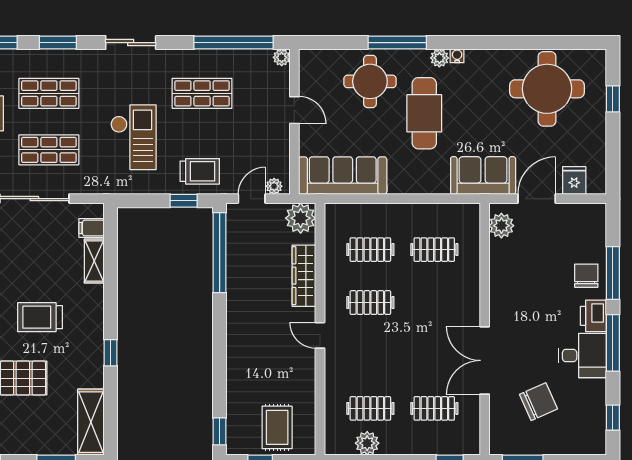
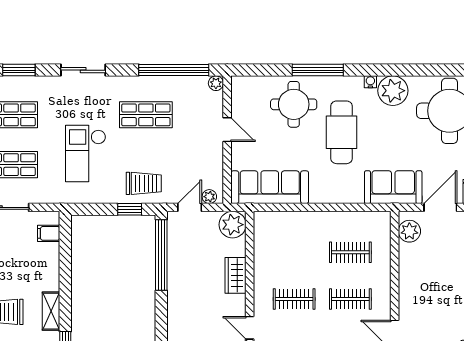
plant: (439, 58) -> (393, 91), moved, width x1.88, depth x1.88
checkout: (133, 137) -> (86, 153), turned 180
clothes rail: (370, 250) -> (350, 299), moved
shelving: (94, 261) -> (51, 311), moved
wardrobe: (304, 276) -> (236, 275), width x0.67

